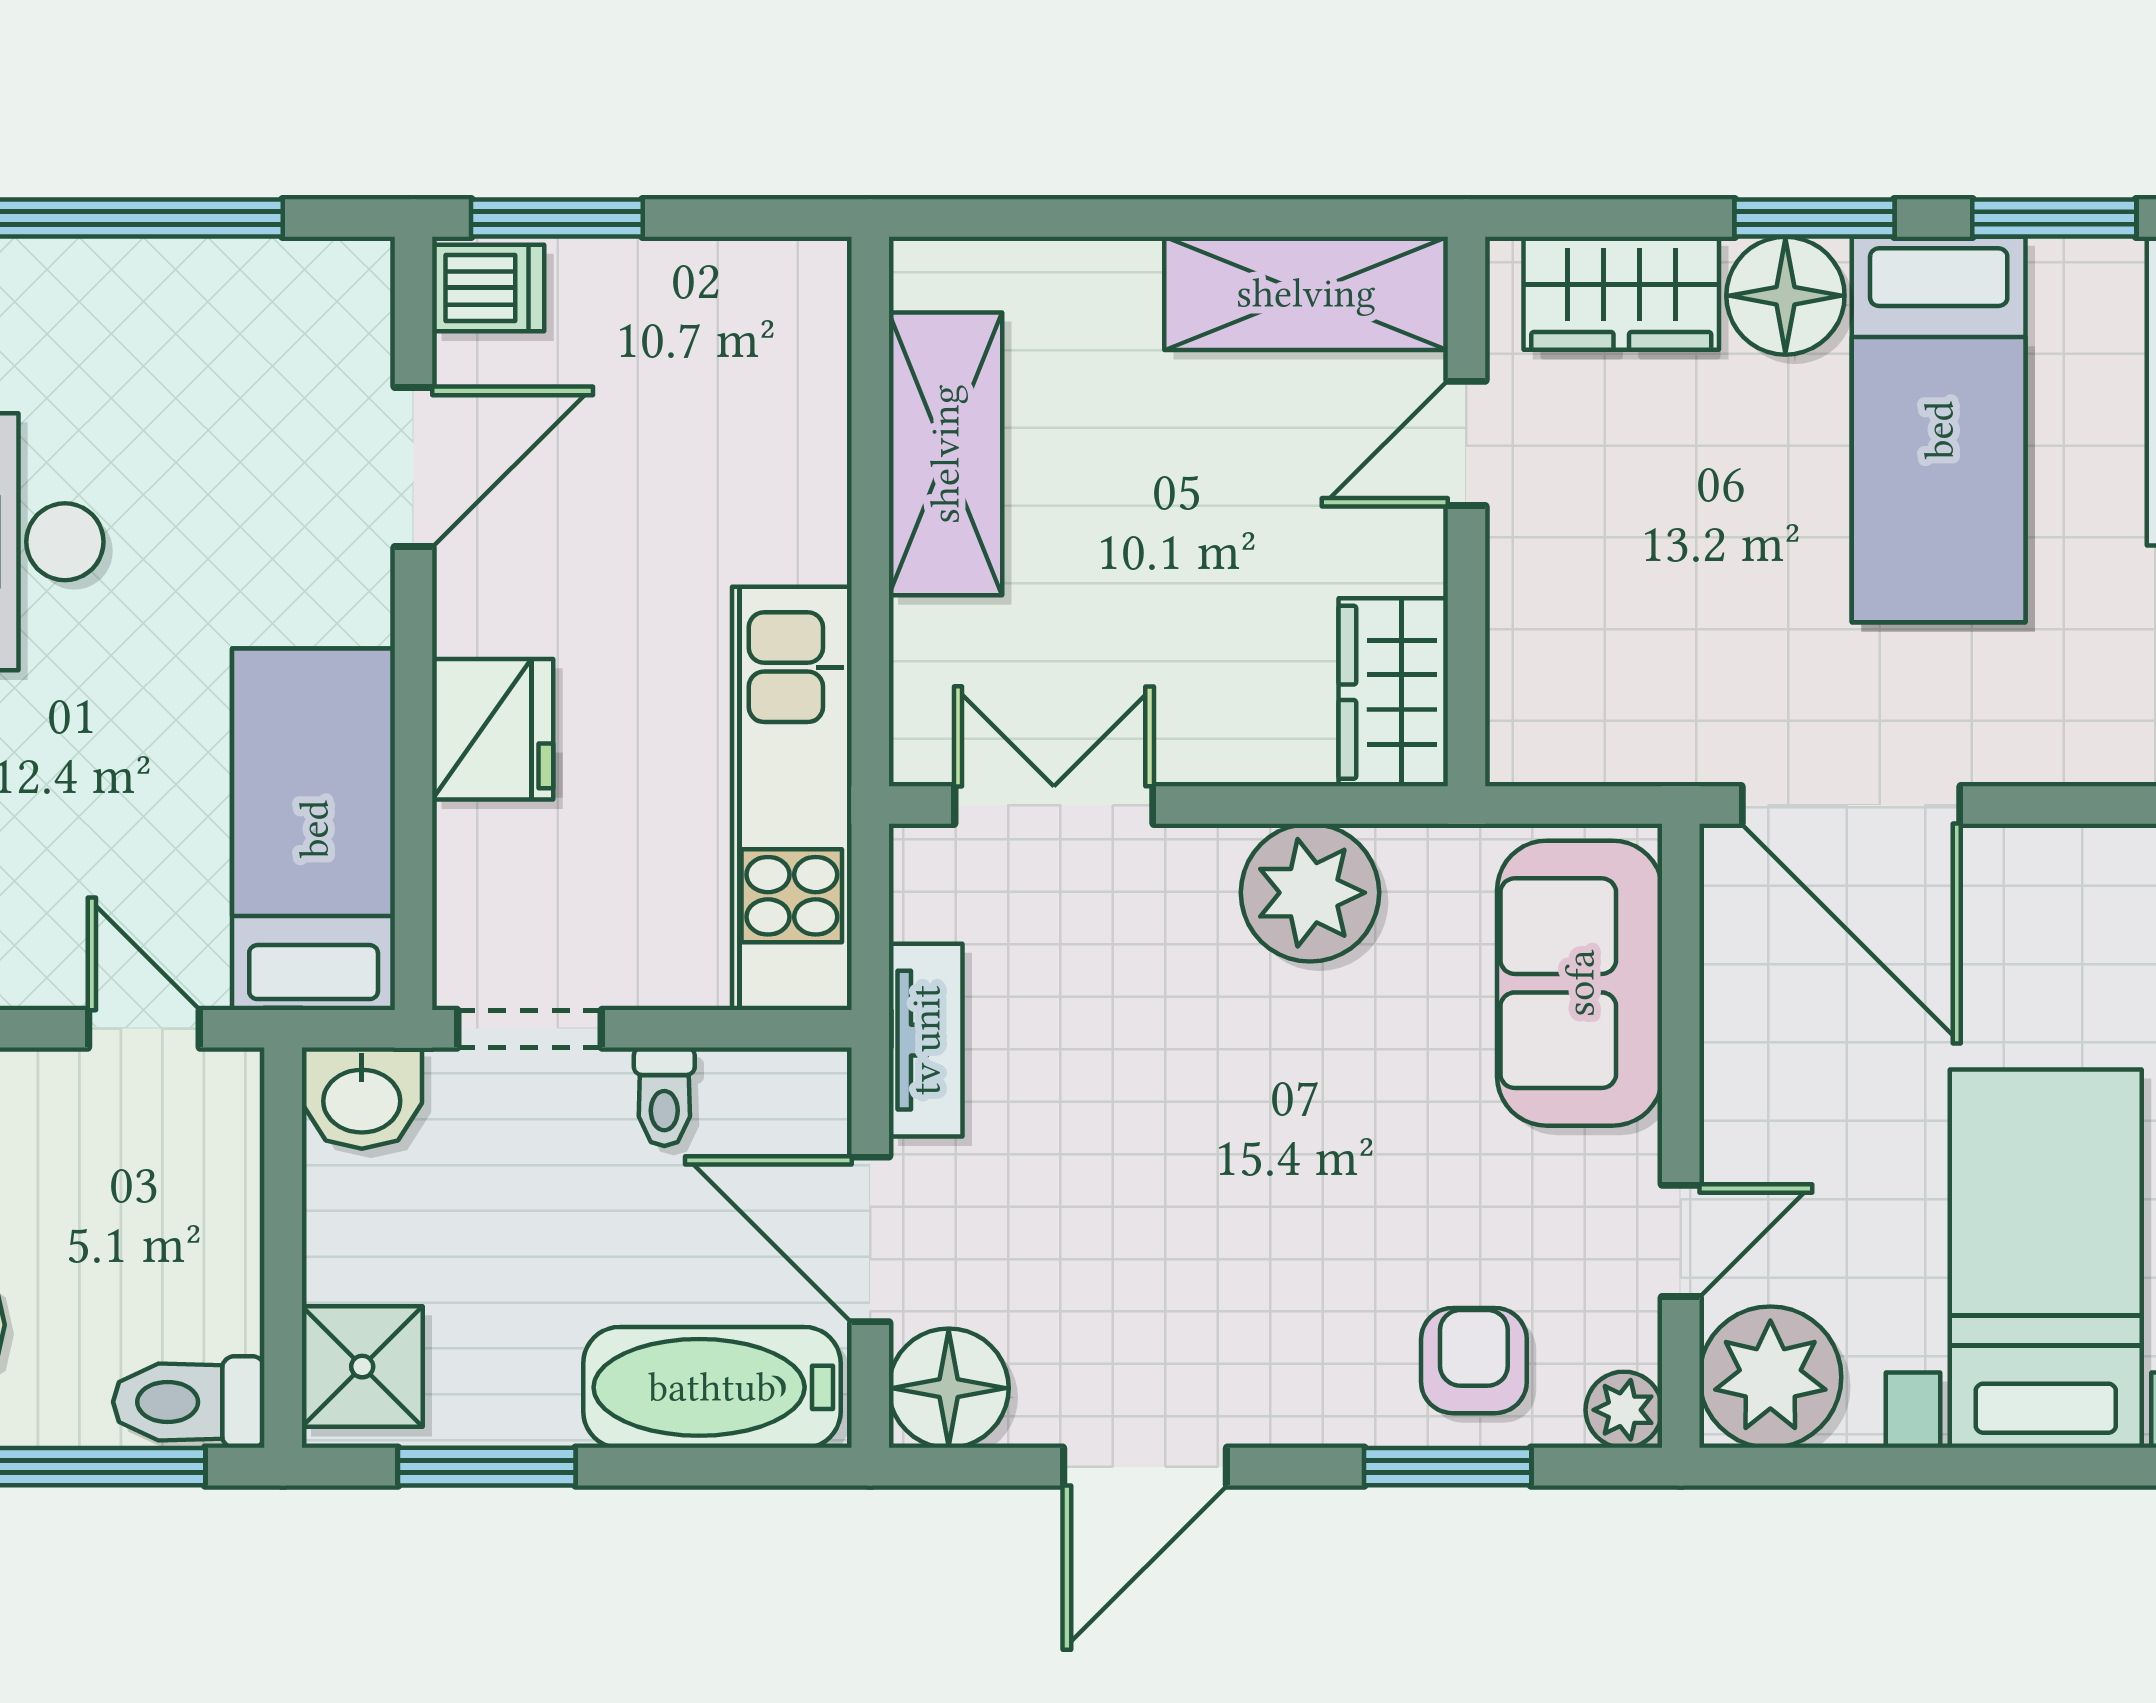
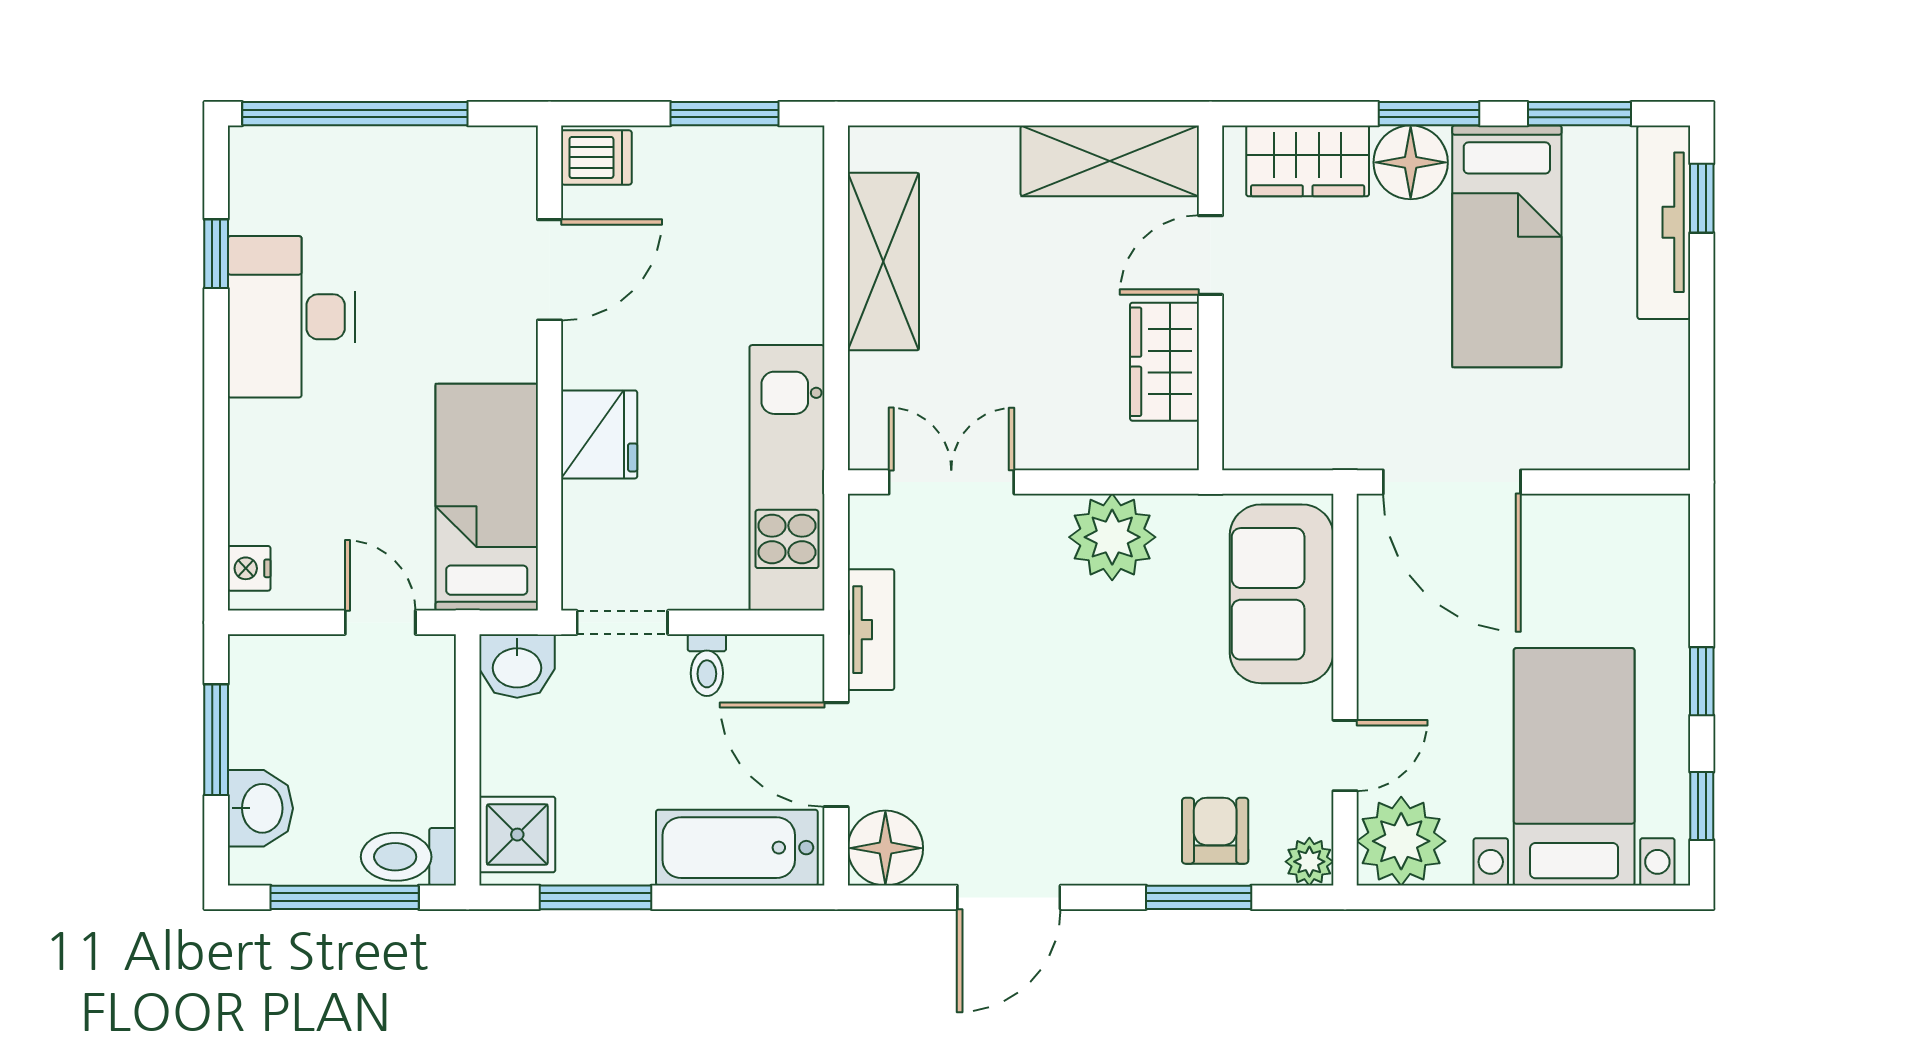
window: (557, 218) -> (725, 114), moved
wardrobe: (1393, 692) -> (1164, 362), moved

